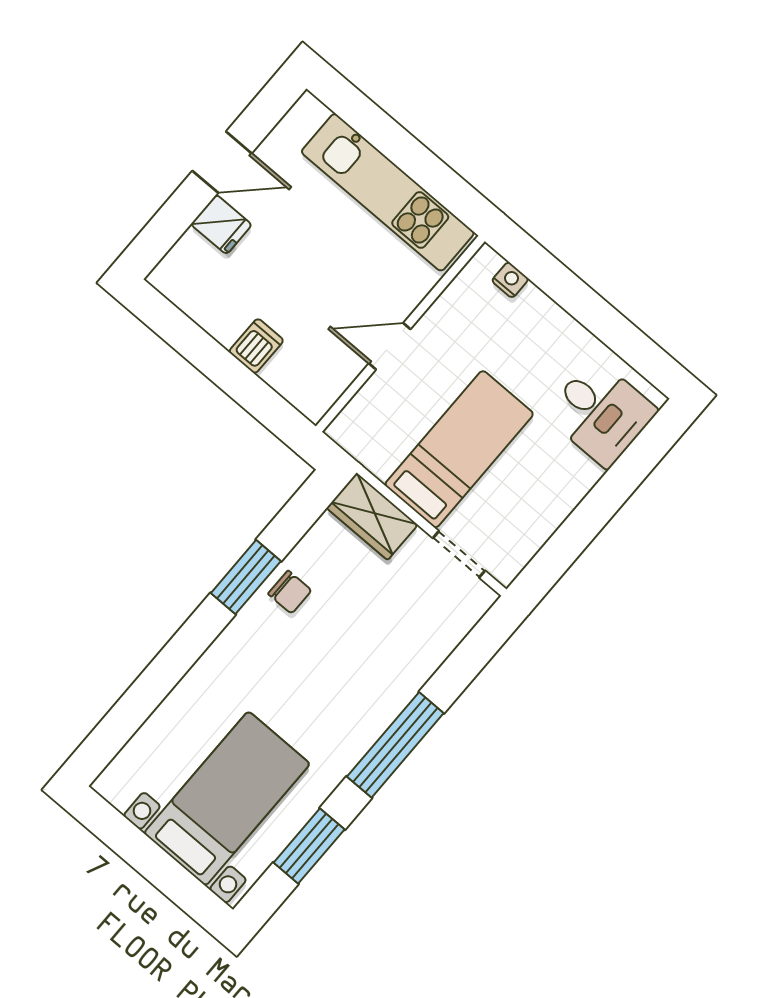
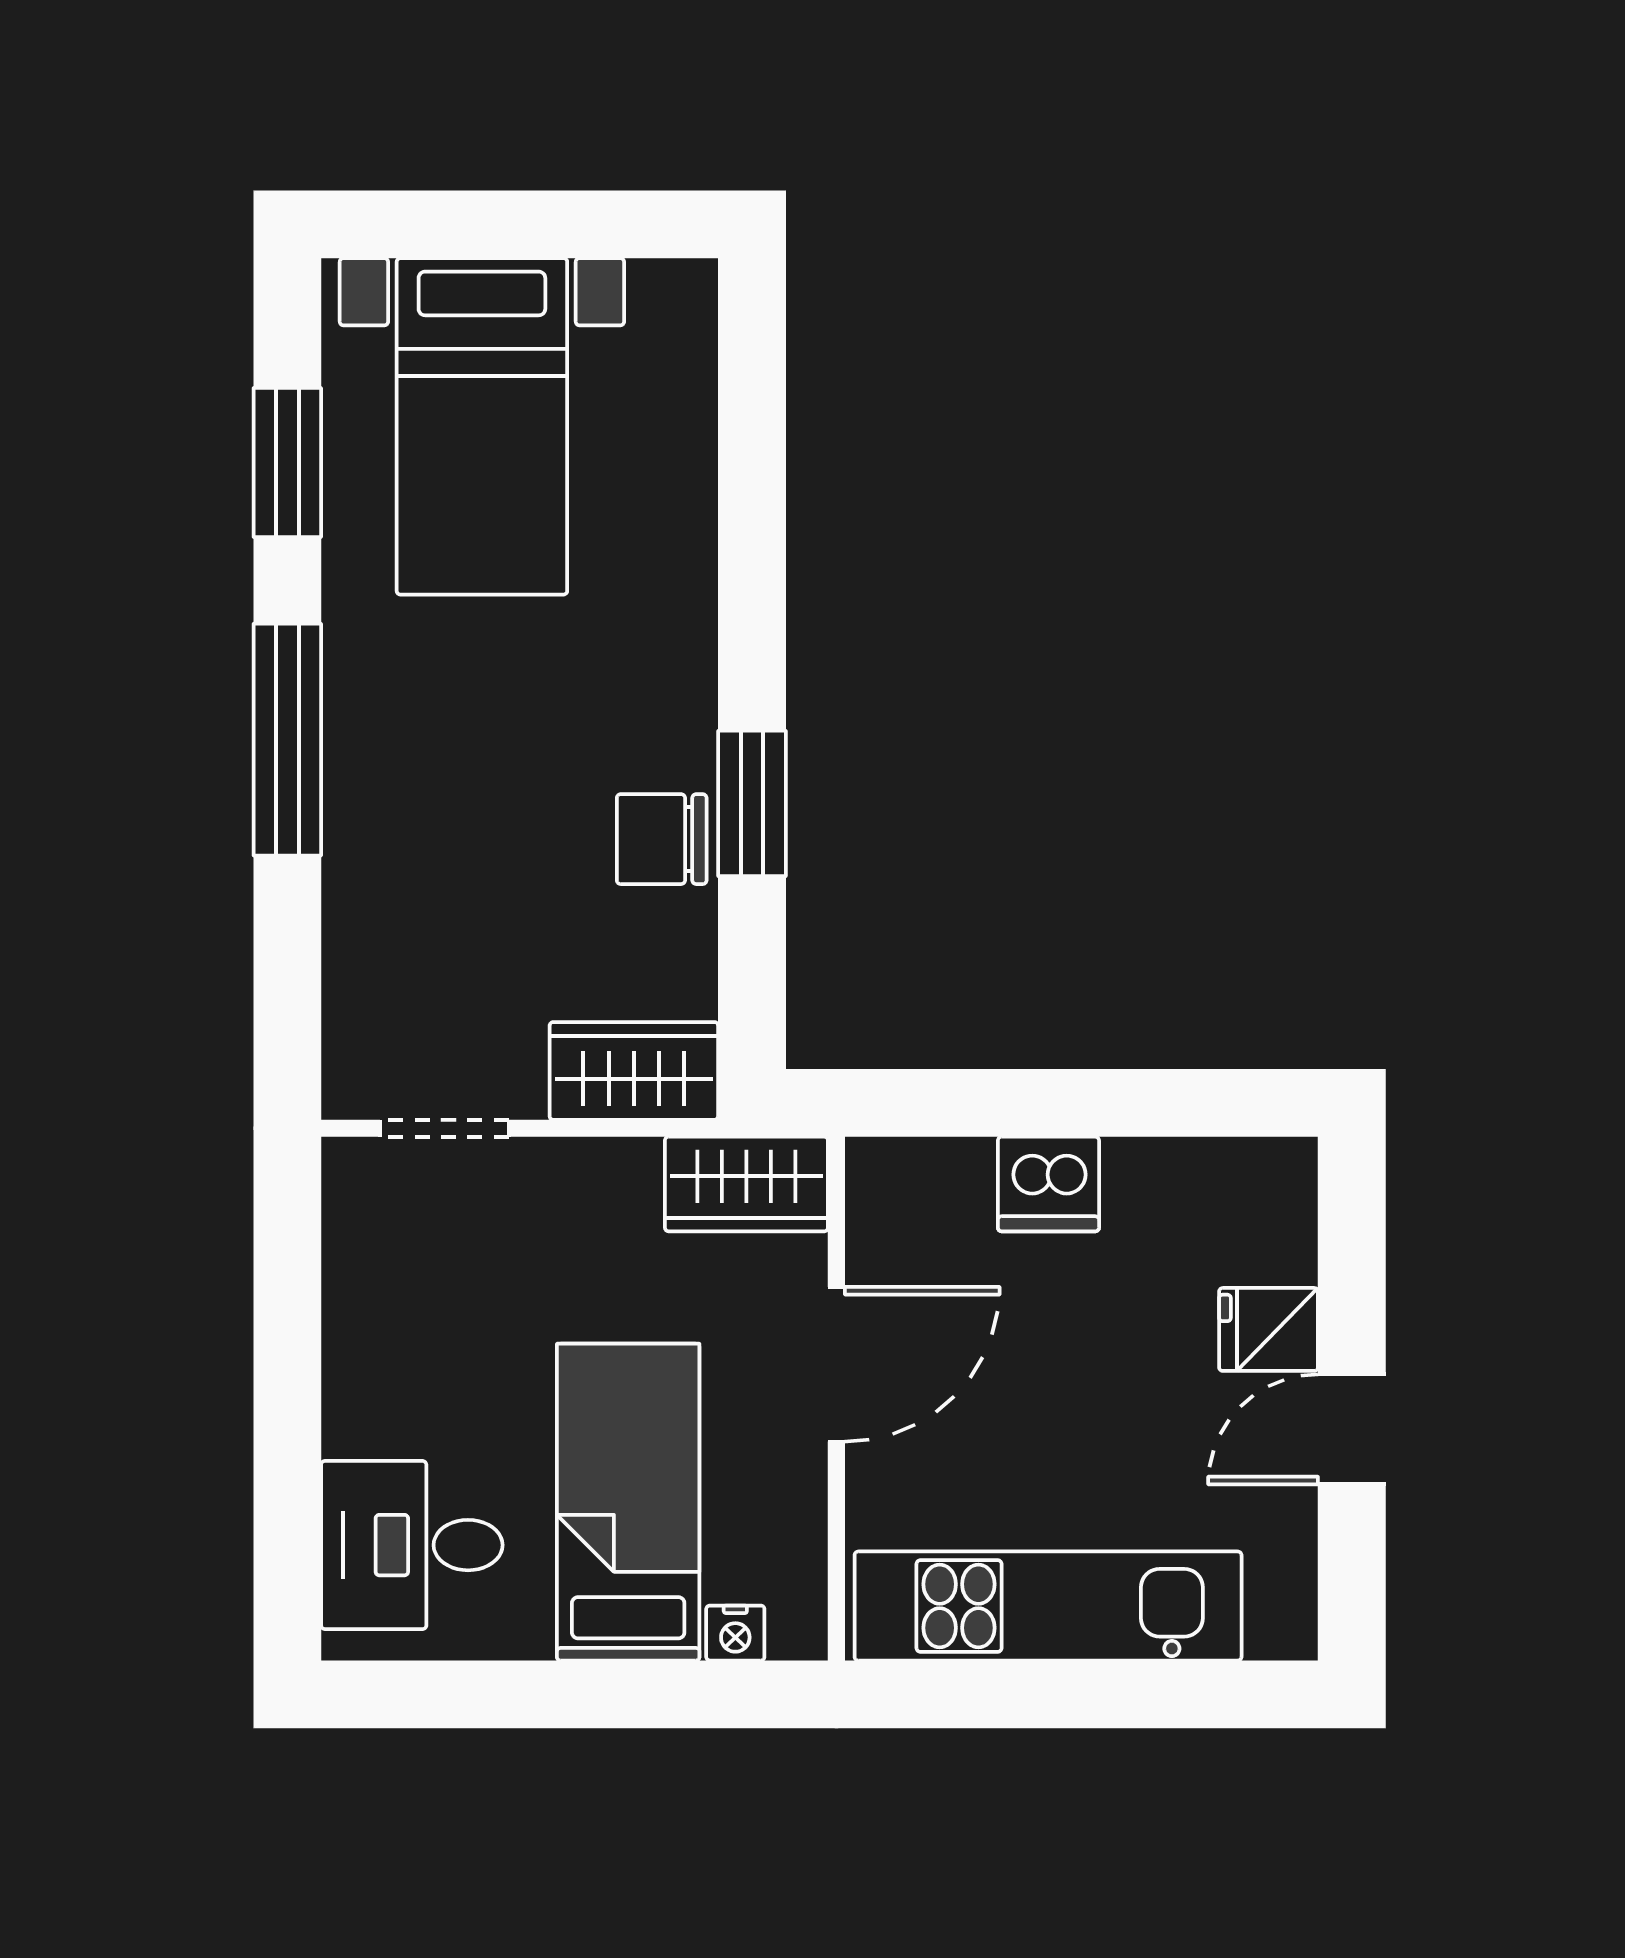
dishwasher: (256, 346) -> (1048, 1184), width x1.38
door: (390, 346) -> (836, 1364), width x1.38
wardrobe: (366, 440) -> (746, 1184), added
bed: (459, 449) -> (628, 1502), moved, turned 180
chair: (290, 592) -> (662, 839), width x1.37, depth x1.37

